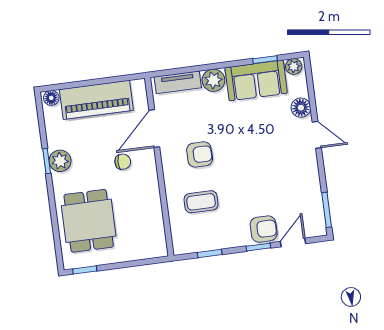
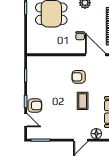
armchair: (200, 154) -> (79, 77), turned 90
coffee table: (201, 202) -> (83, 101), moved
armchair: (264, 229) -> (35, 106), turned -90

